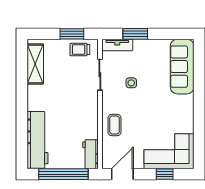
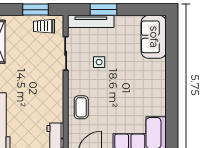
tv unit: (117, 45) -> (91, 21), width x1.41
sofa: (182, 67) -> (154, 37), width x0.73

